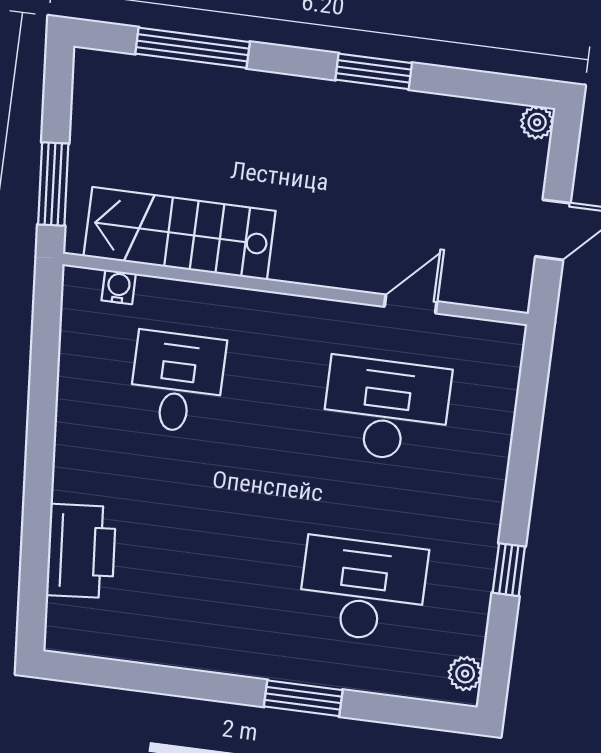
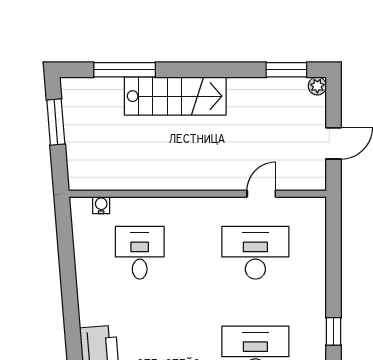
window: (374, 71) -> (286, 70), moved
window: (53, 184) -> (56, 122), moved
stairs: (180, 233) -> (175, 96), moved, turned 180

